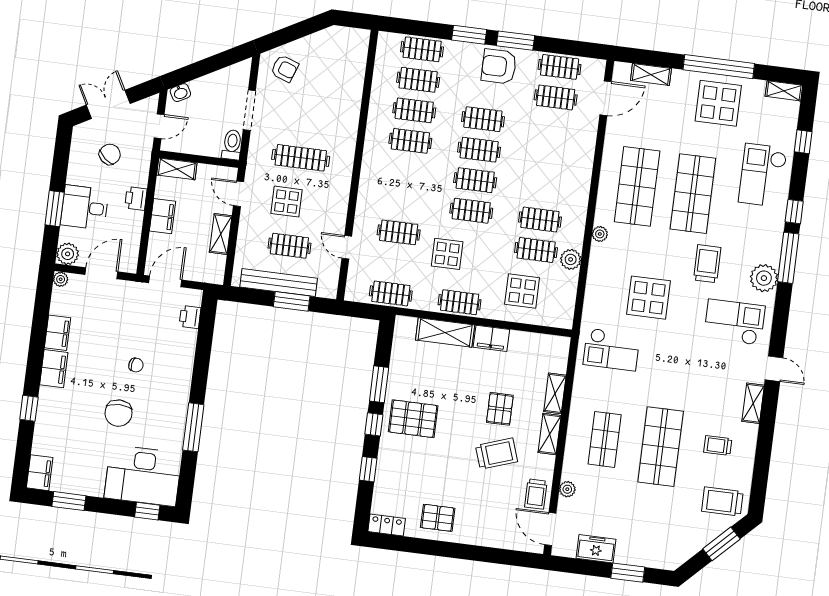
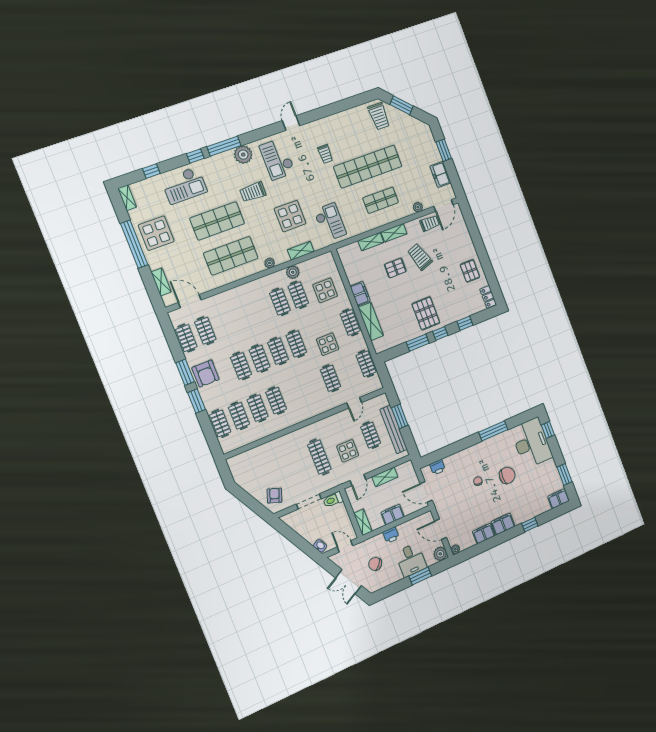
shelving: (753, 403) -> (301, 251), moved
trolley: (718, 445) -> (325, 154), moved
shop shelf: (661, 447) -> (368, 167), width x1.40

